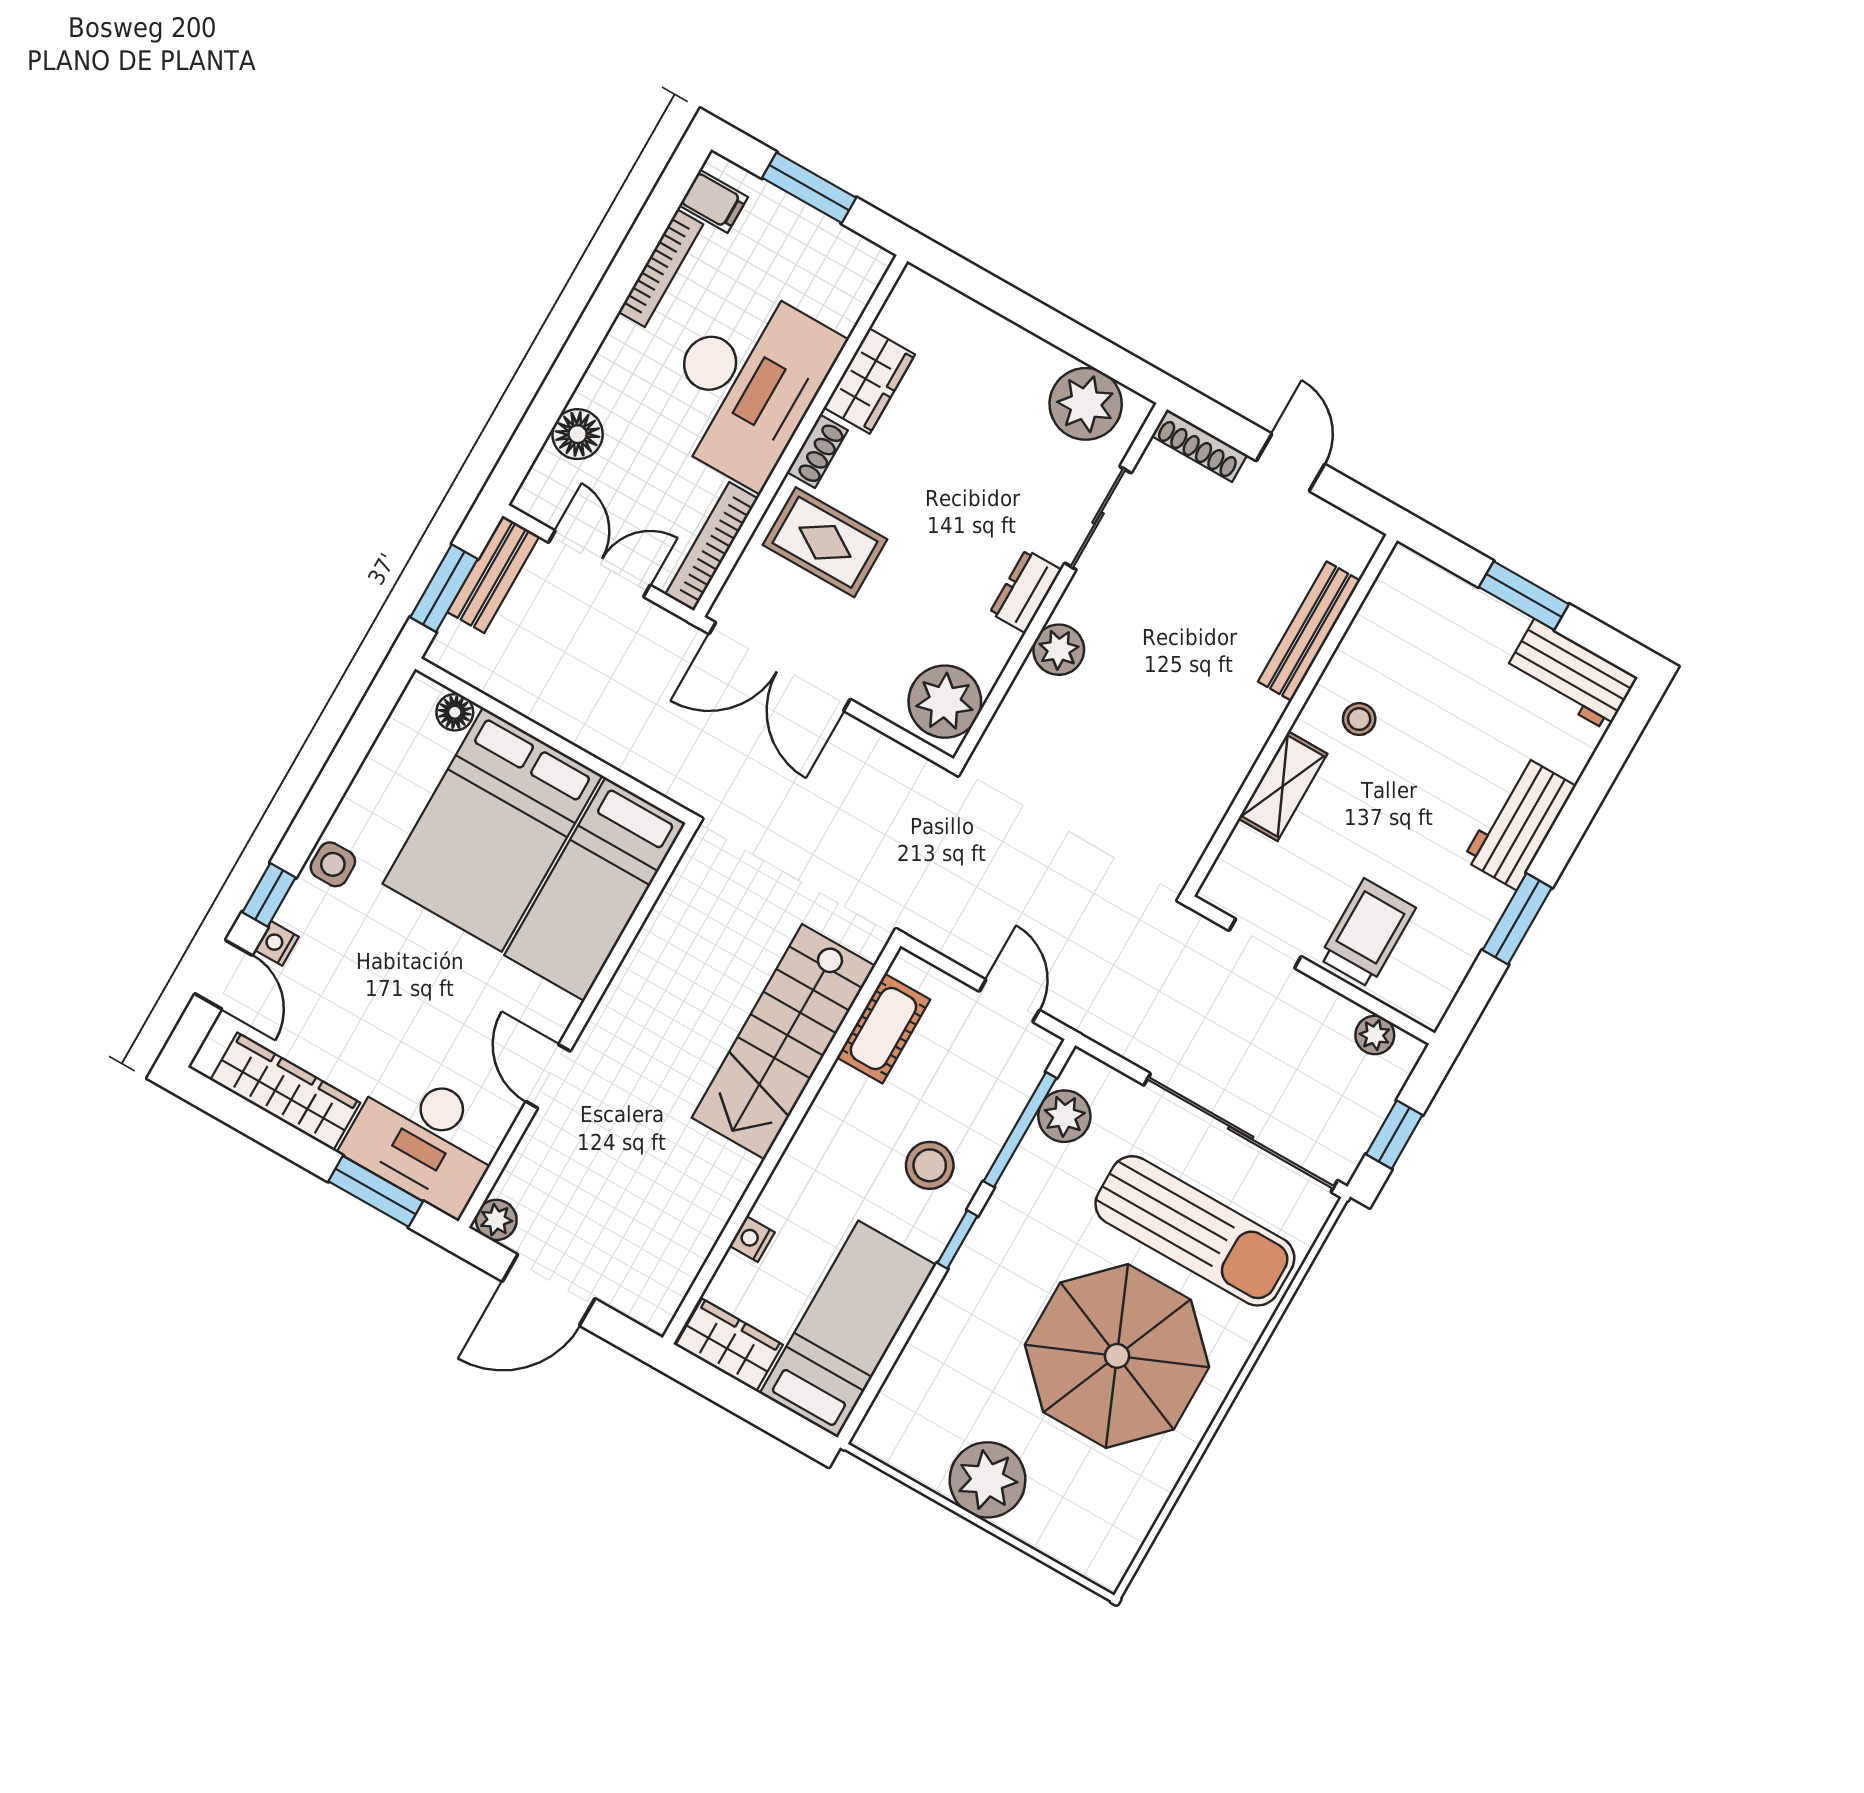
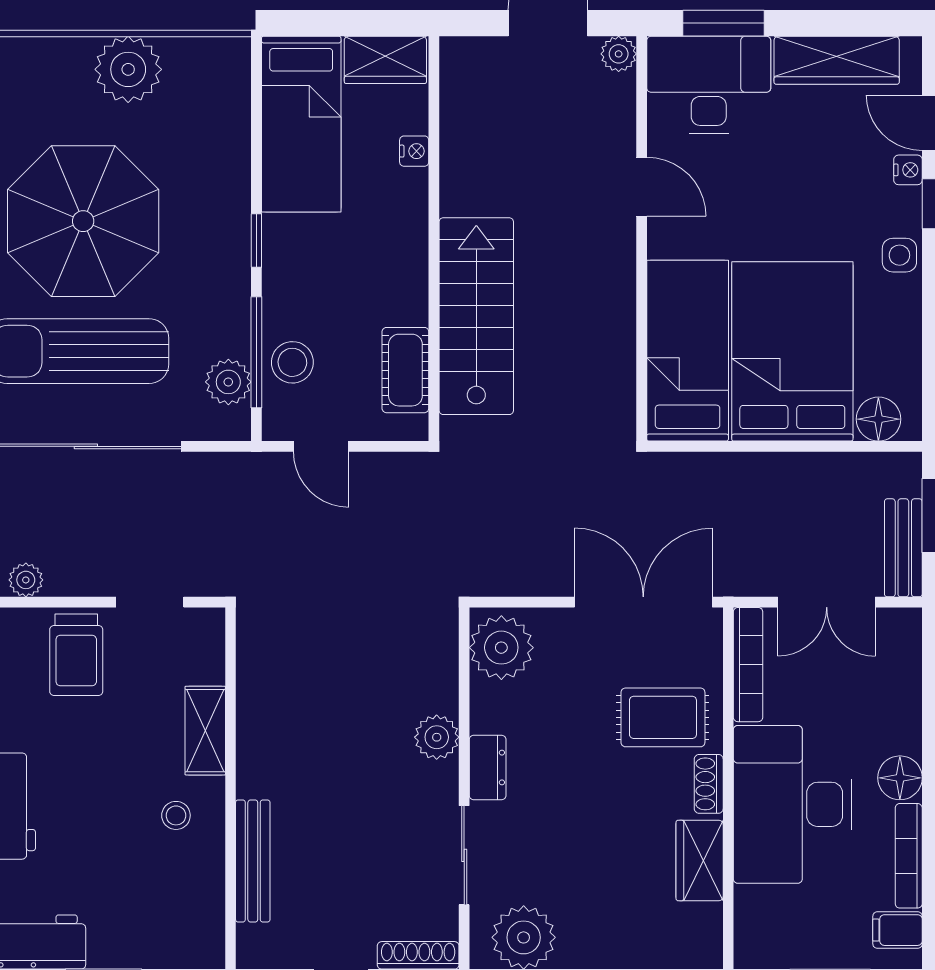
floor lamp: (578, 434) -> (900, 778), moved
floor lamp: (455, 712) -> (878, 419), width x1.37, depth x1.37
stool: (930, 1165) -> (292, 362), moved

